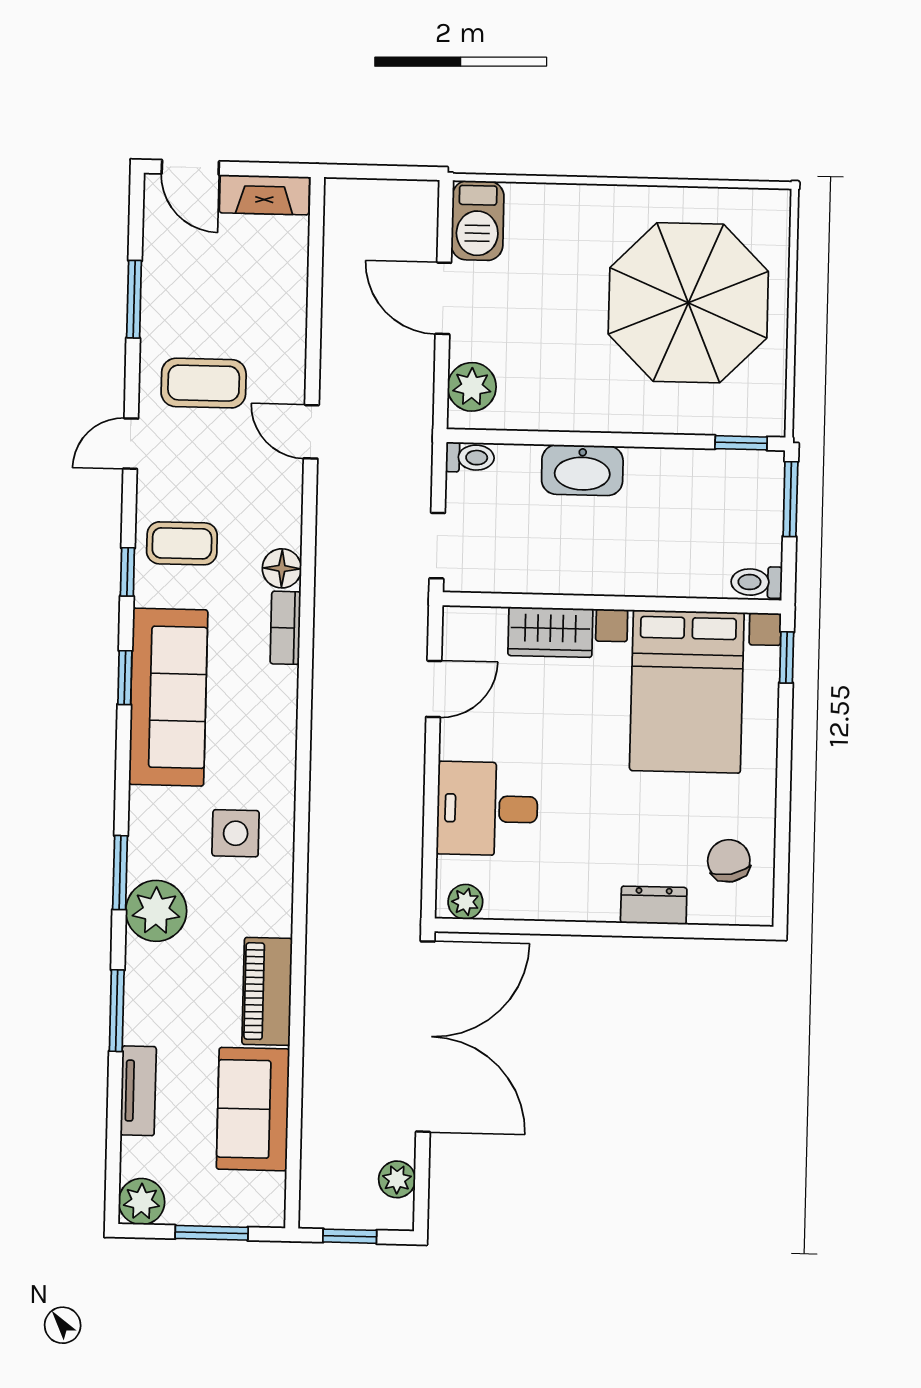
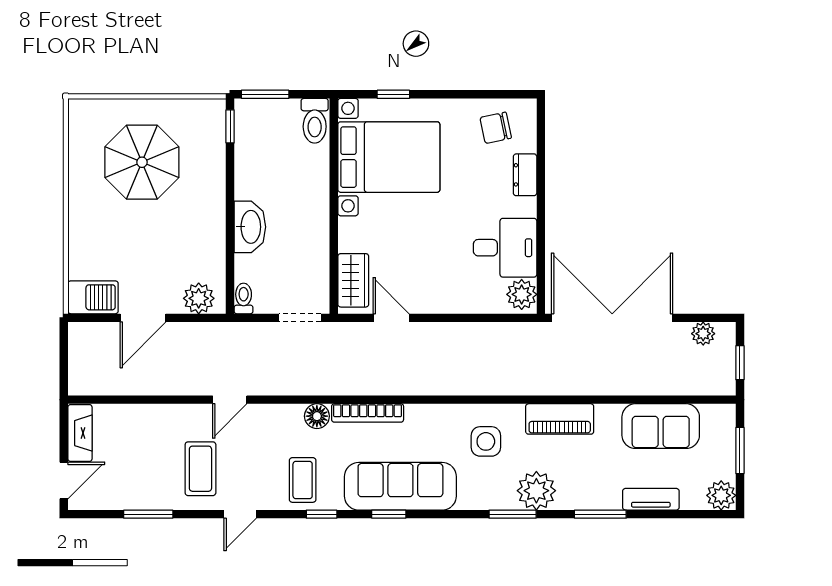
parasol: (688, 303) -> (142, 162), width x0.73, depth x0.73
door: (131, 444) -> (240, 514), hinge flipped
toilet: (757, 582) -> (315, 121), width x1.37, depth x1.39
bookcase: (285, 628) -> (368, 413), width x1.56
wardrobe: (550, 632) -> (353, 280), moved
window: (787, 657) -> (393, 94), moved
desk: (487, 809) -> (505, 248), moved, turned -90
plant: (465, 902) -> (522, 294), width x1.38, depth x1.38
piano: (267, 991) -> (560, 419), moved

